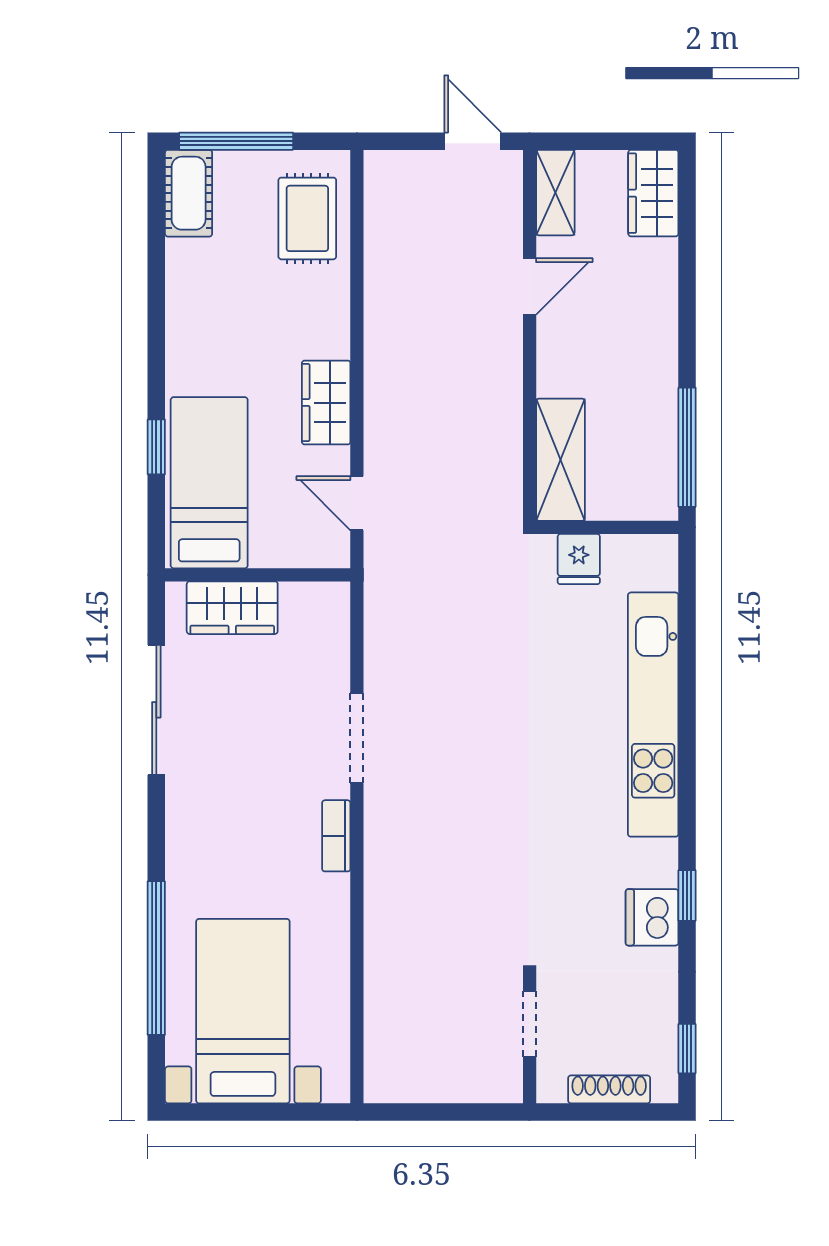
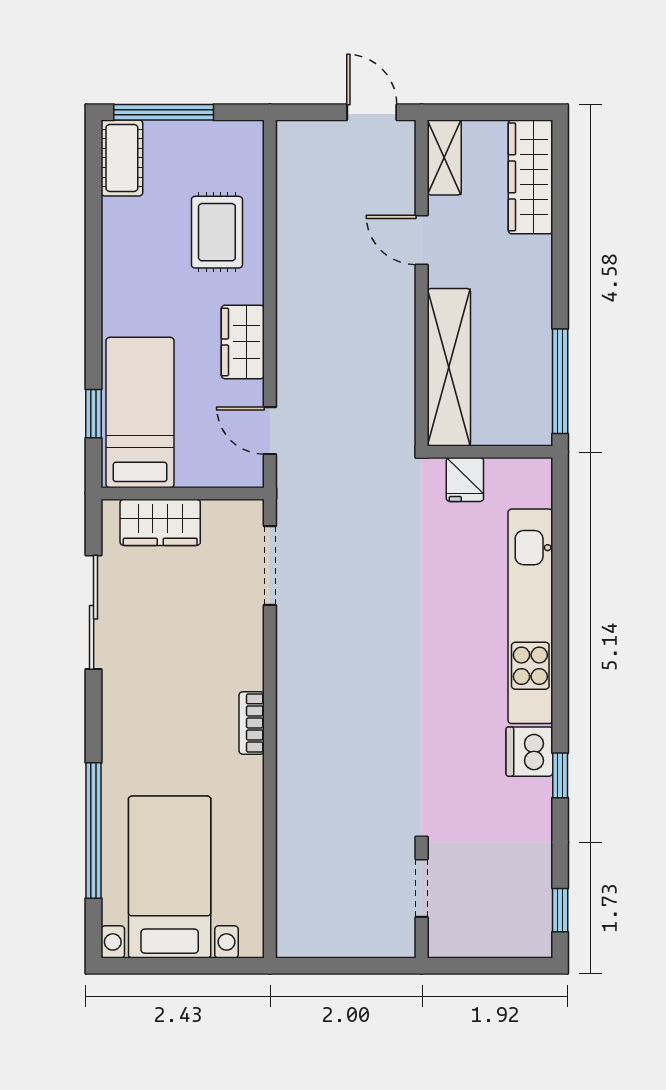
wardrobe: (653, 193) -> (530, 177), width x1.50
rug: (307, 218) -> (217, 232), moved
door: (530, 286) -> (422, 240), swing flipped
window: (156, 447) -> (94, 414), moved
shelving: (560, 460) -> (449, 367), width x1.47
doorway: (357, 738) -> (270, 565), moved
dishwasher: (652, 917) -> (529, 752), moved
shoe rack: (609, 1089) -> (492, 946), removed

